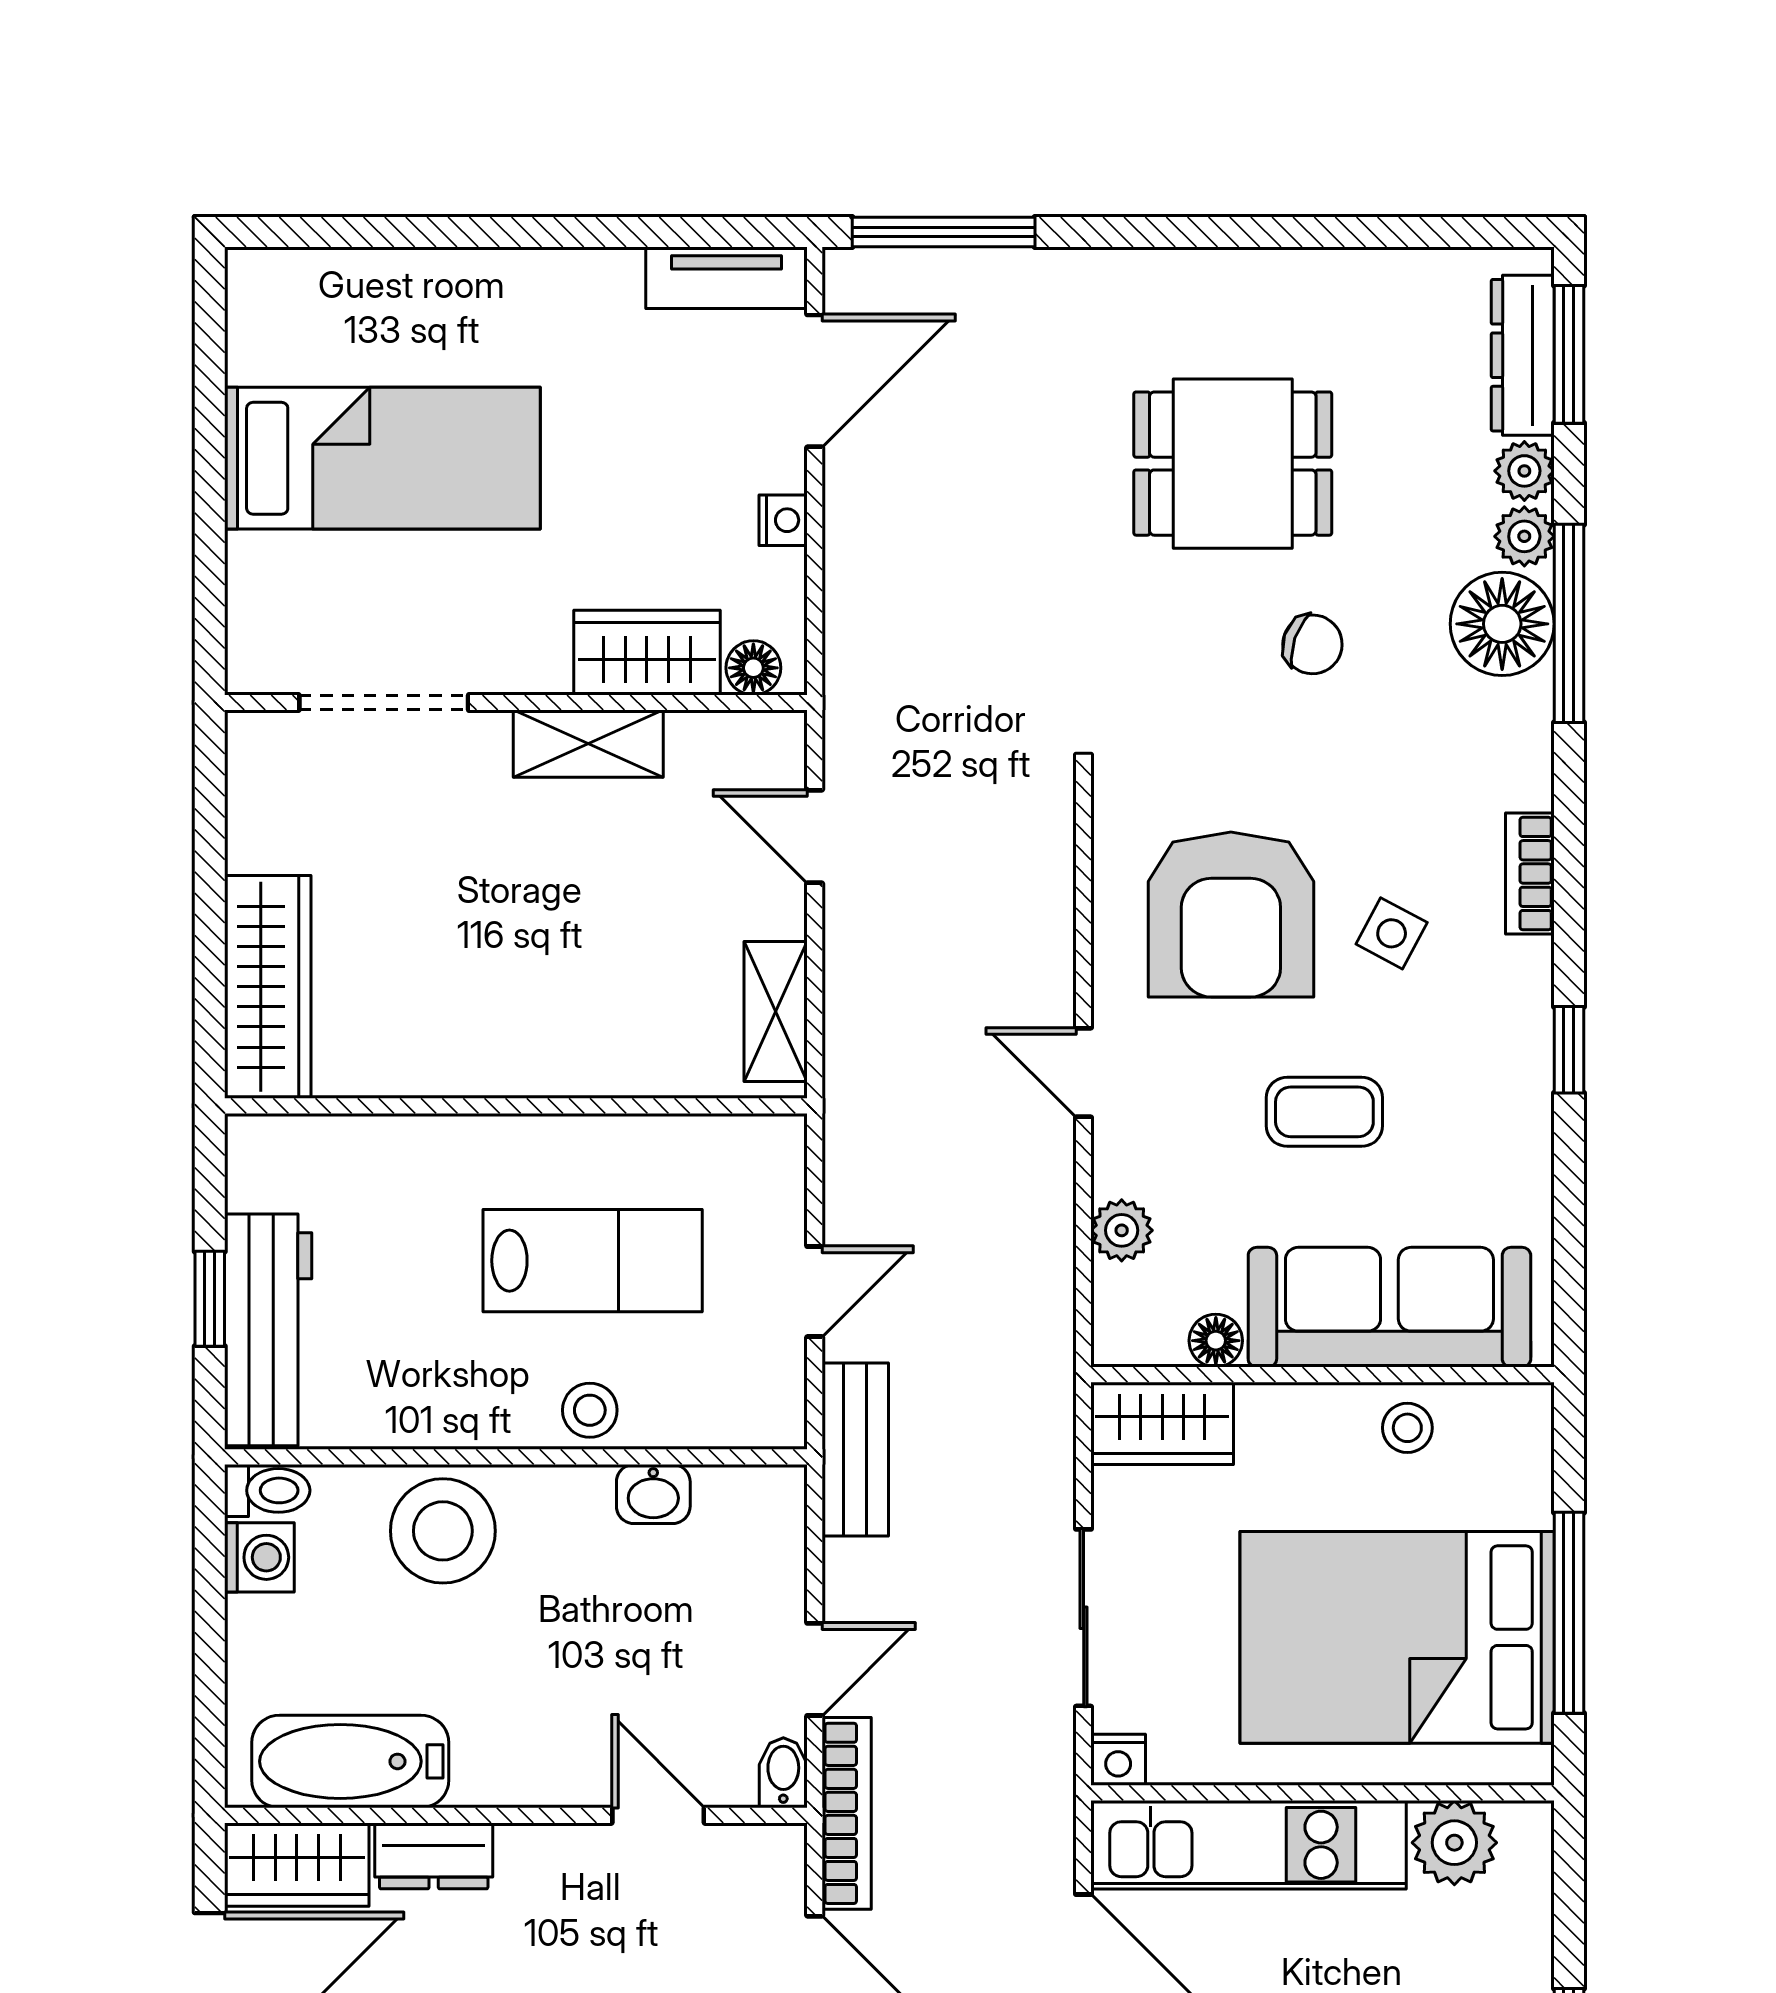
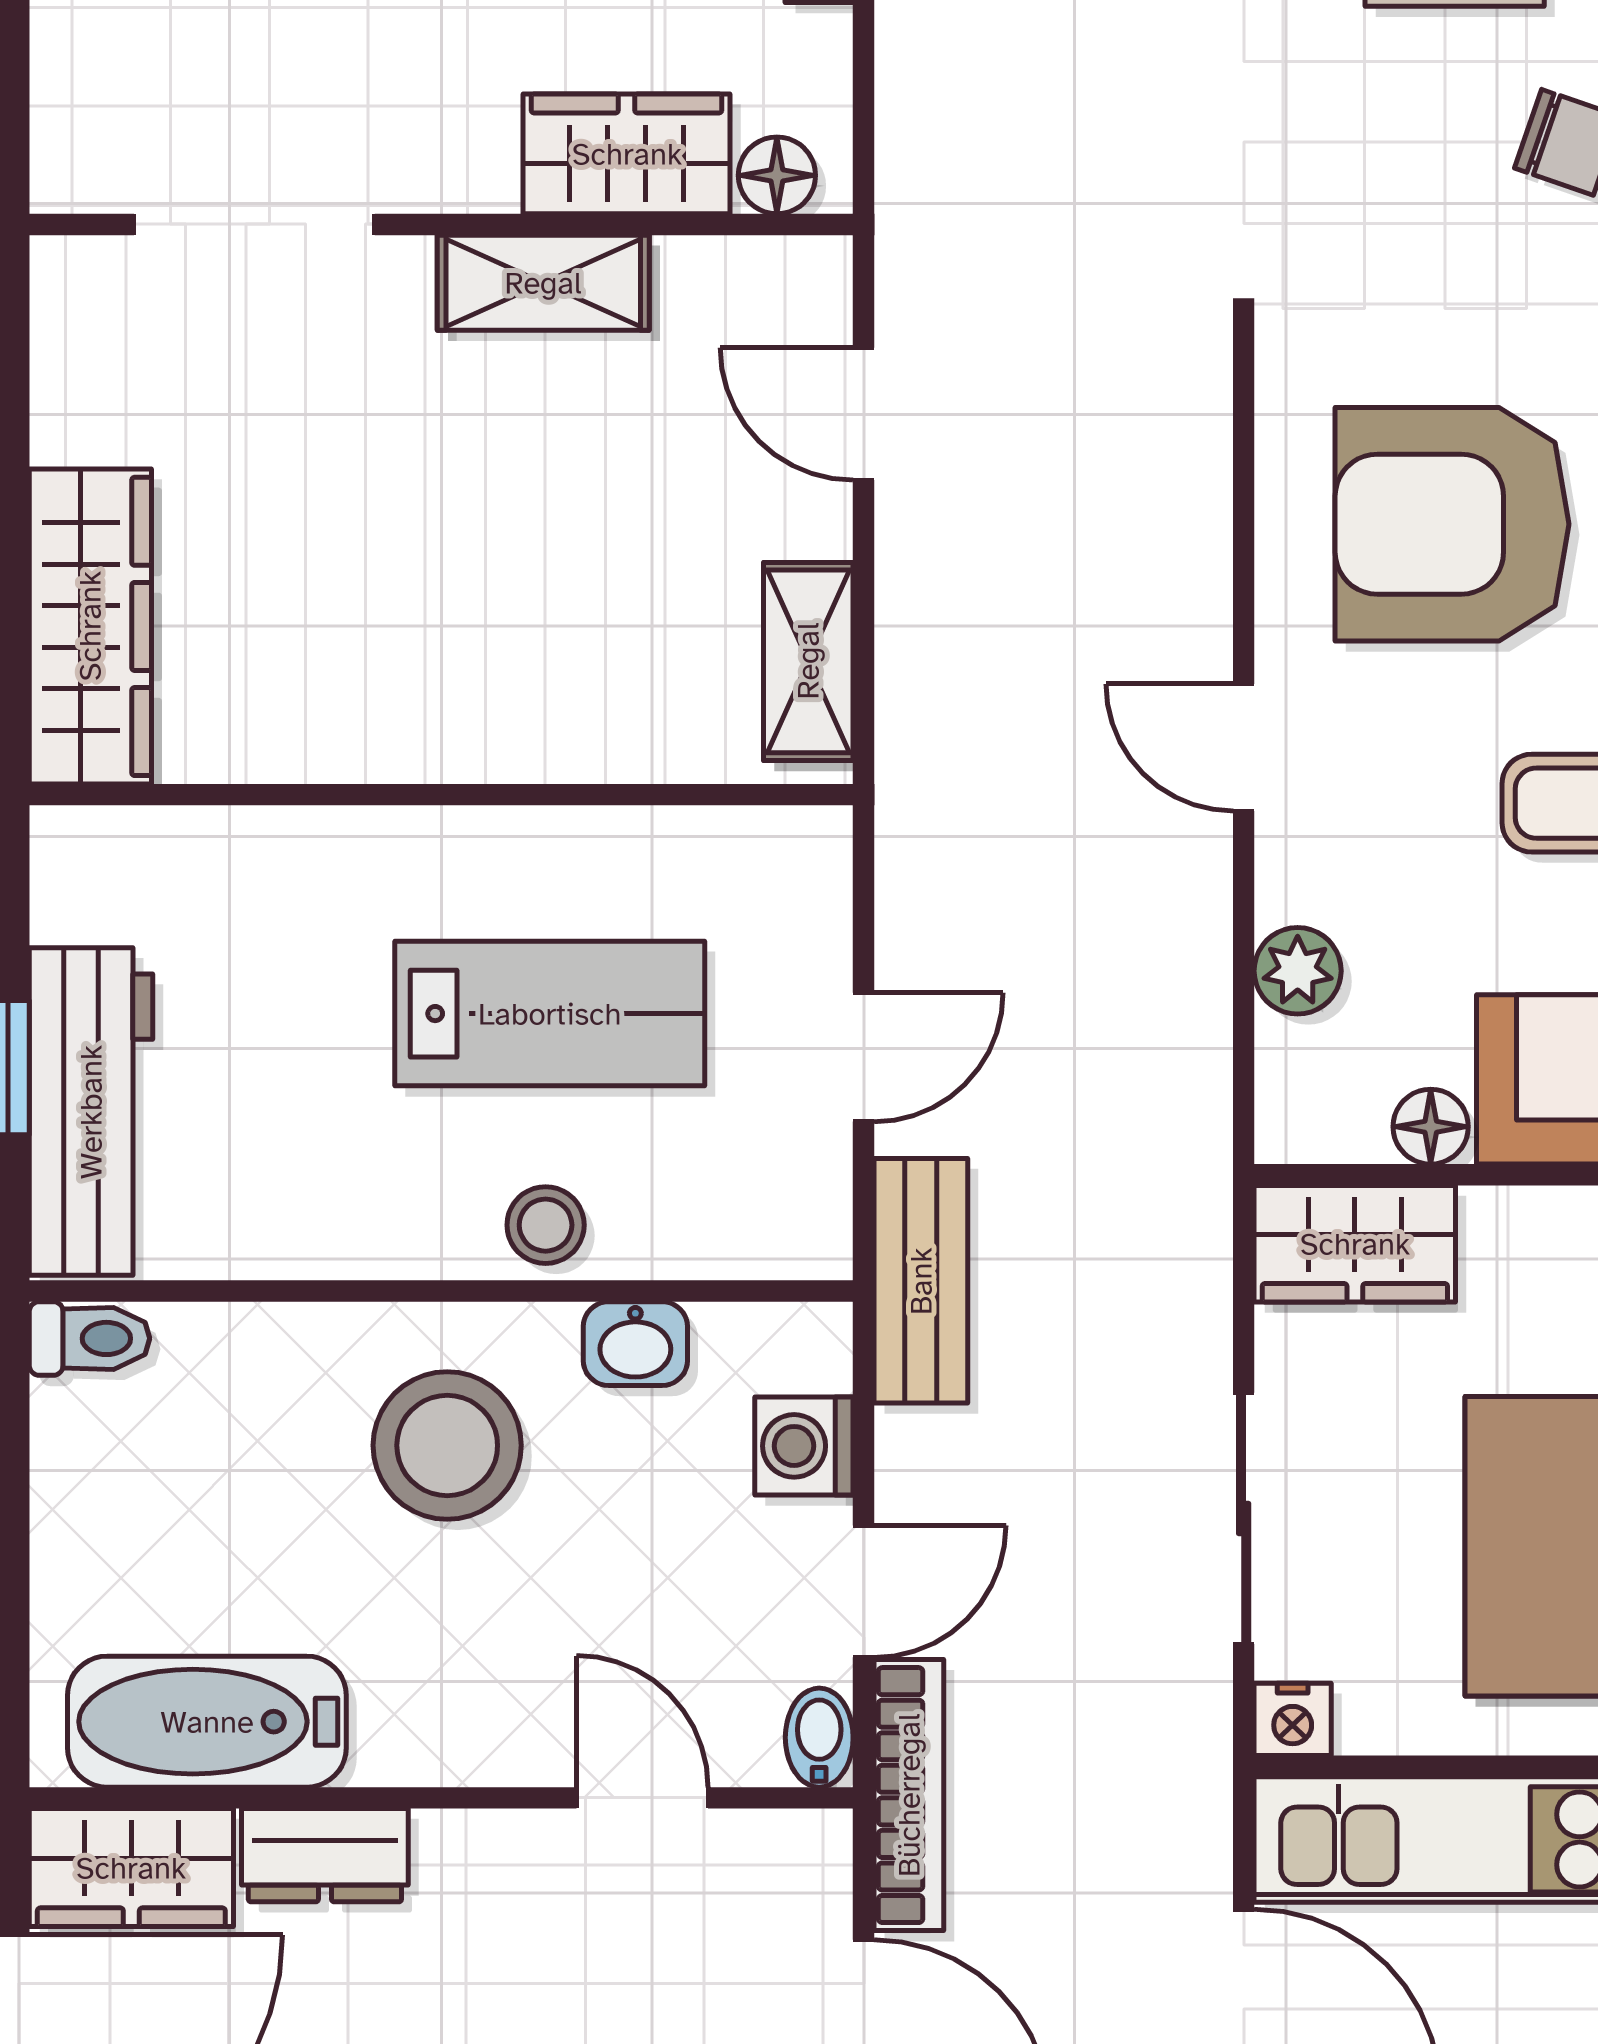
armchair: (1231, 915) -> (1452, 524), turned 90
stool: (443, 1531) -> (447, 1445), moved
washing machine: (259, 1557) -> (804, 1446), moved, turned 180

